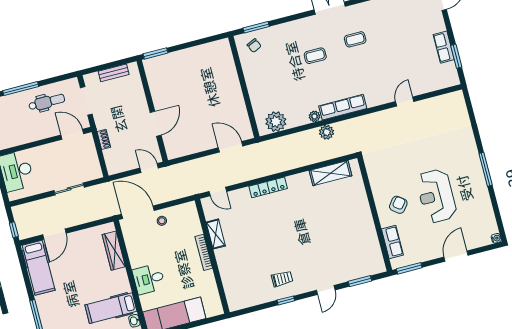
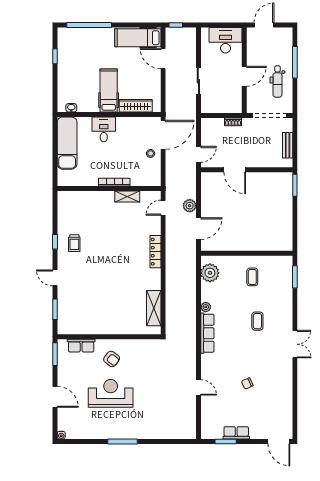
coffee table: (355, 39) -> (252, 277), moved
chair: (254, 46) -> (247, 383), moved
doorway: (86, 101) -> (270, 116), width x1.36
plant: (327, 132) -> (190, 206), moved
door: (72, 134) -> (244, 76), moved
hospital bed: (111, 308) -> (109, 90), moved

